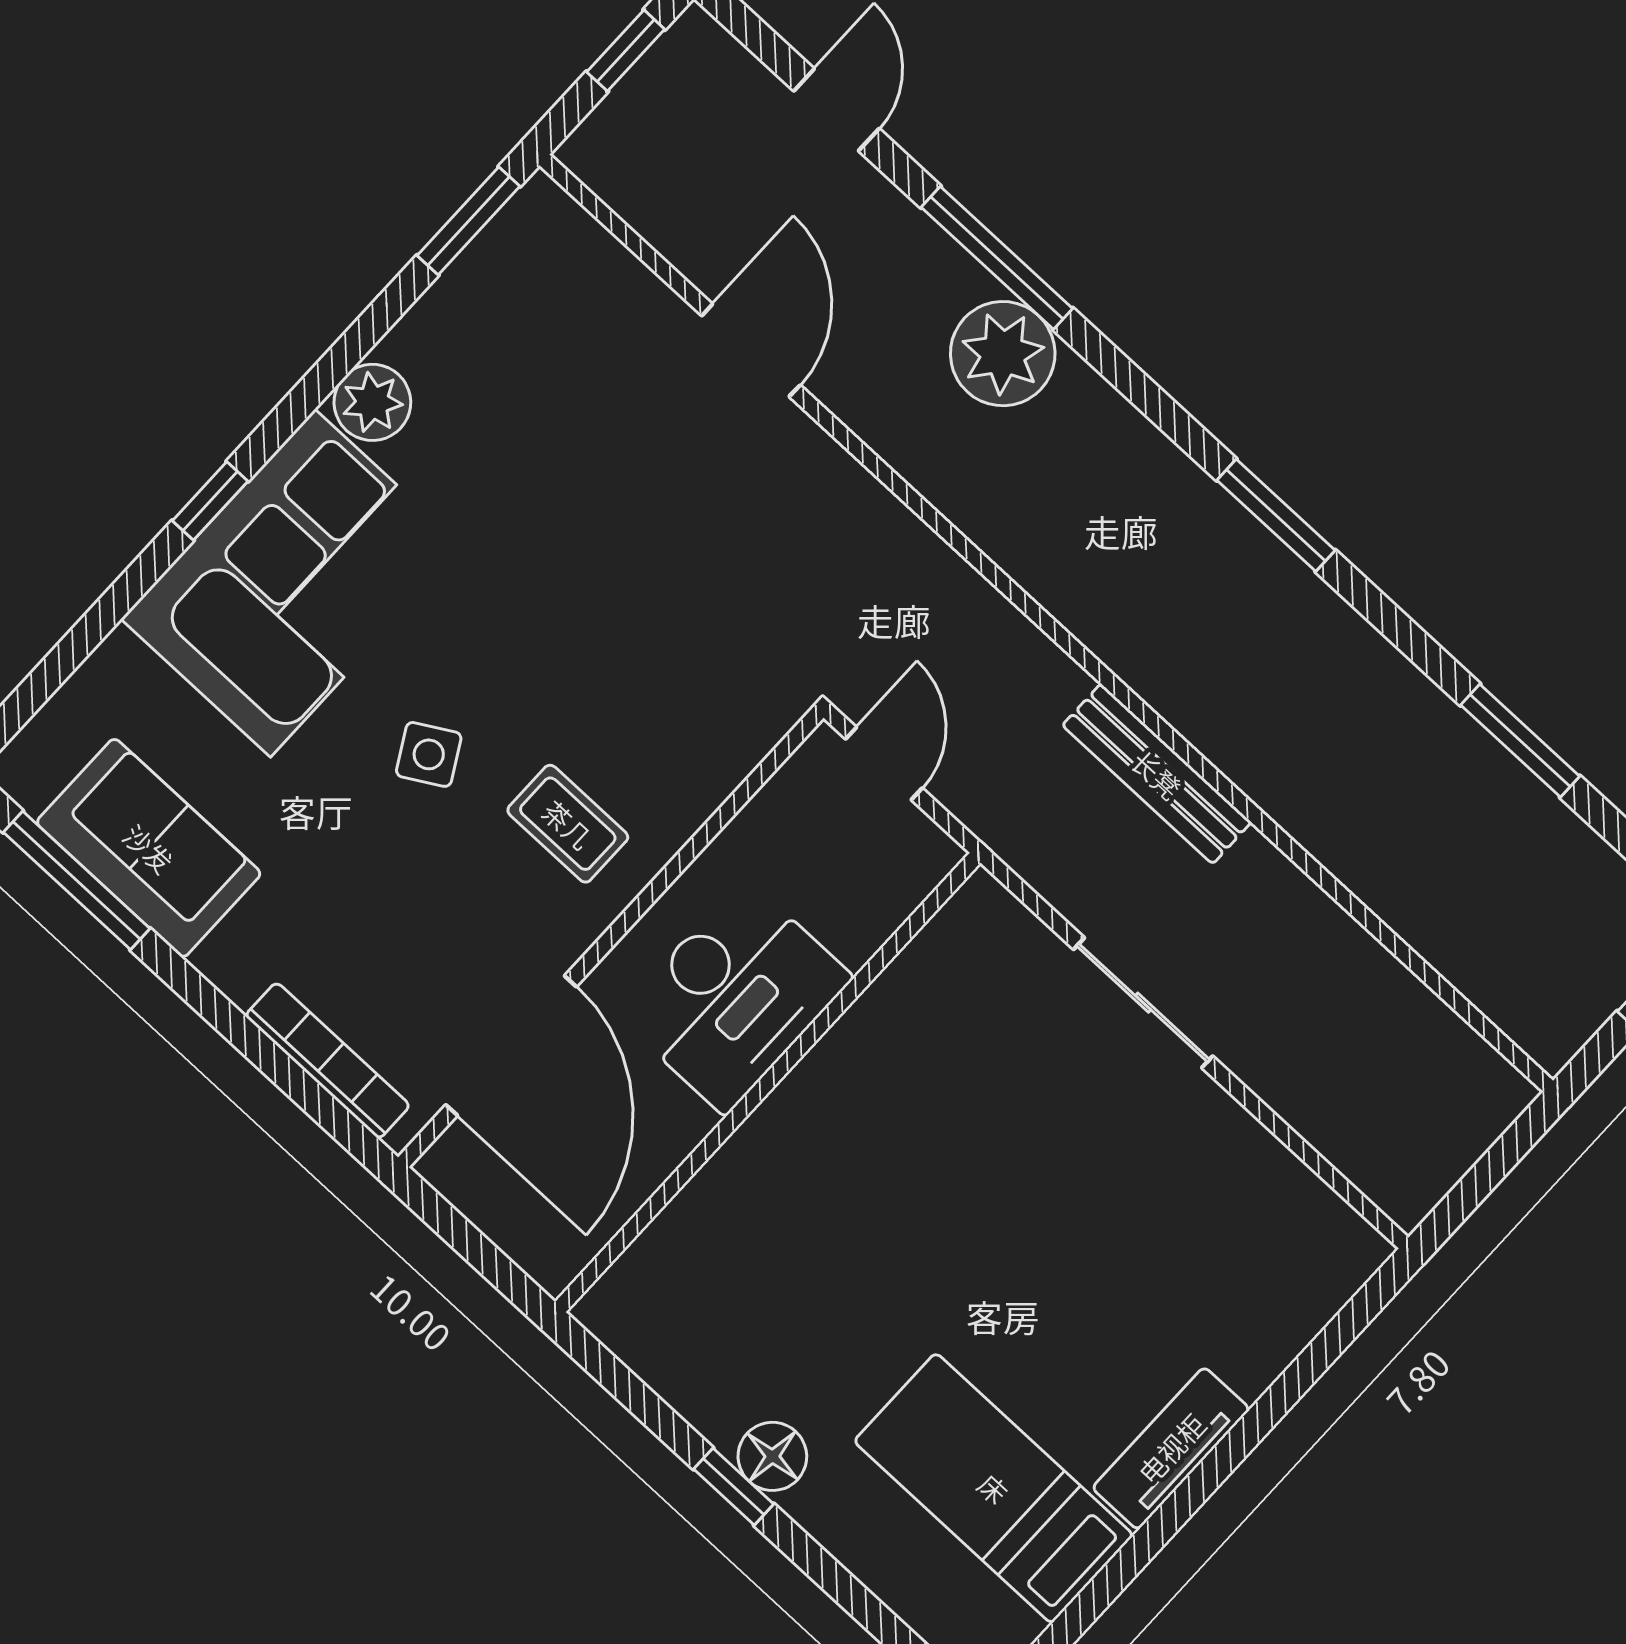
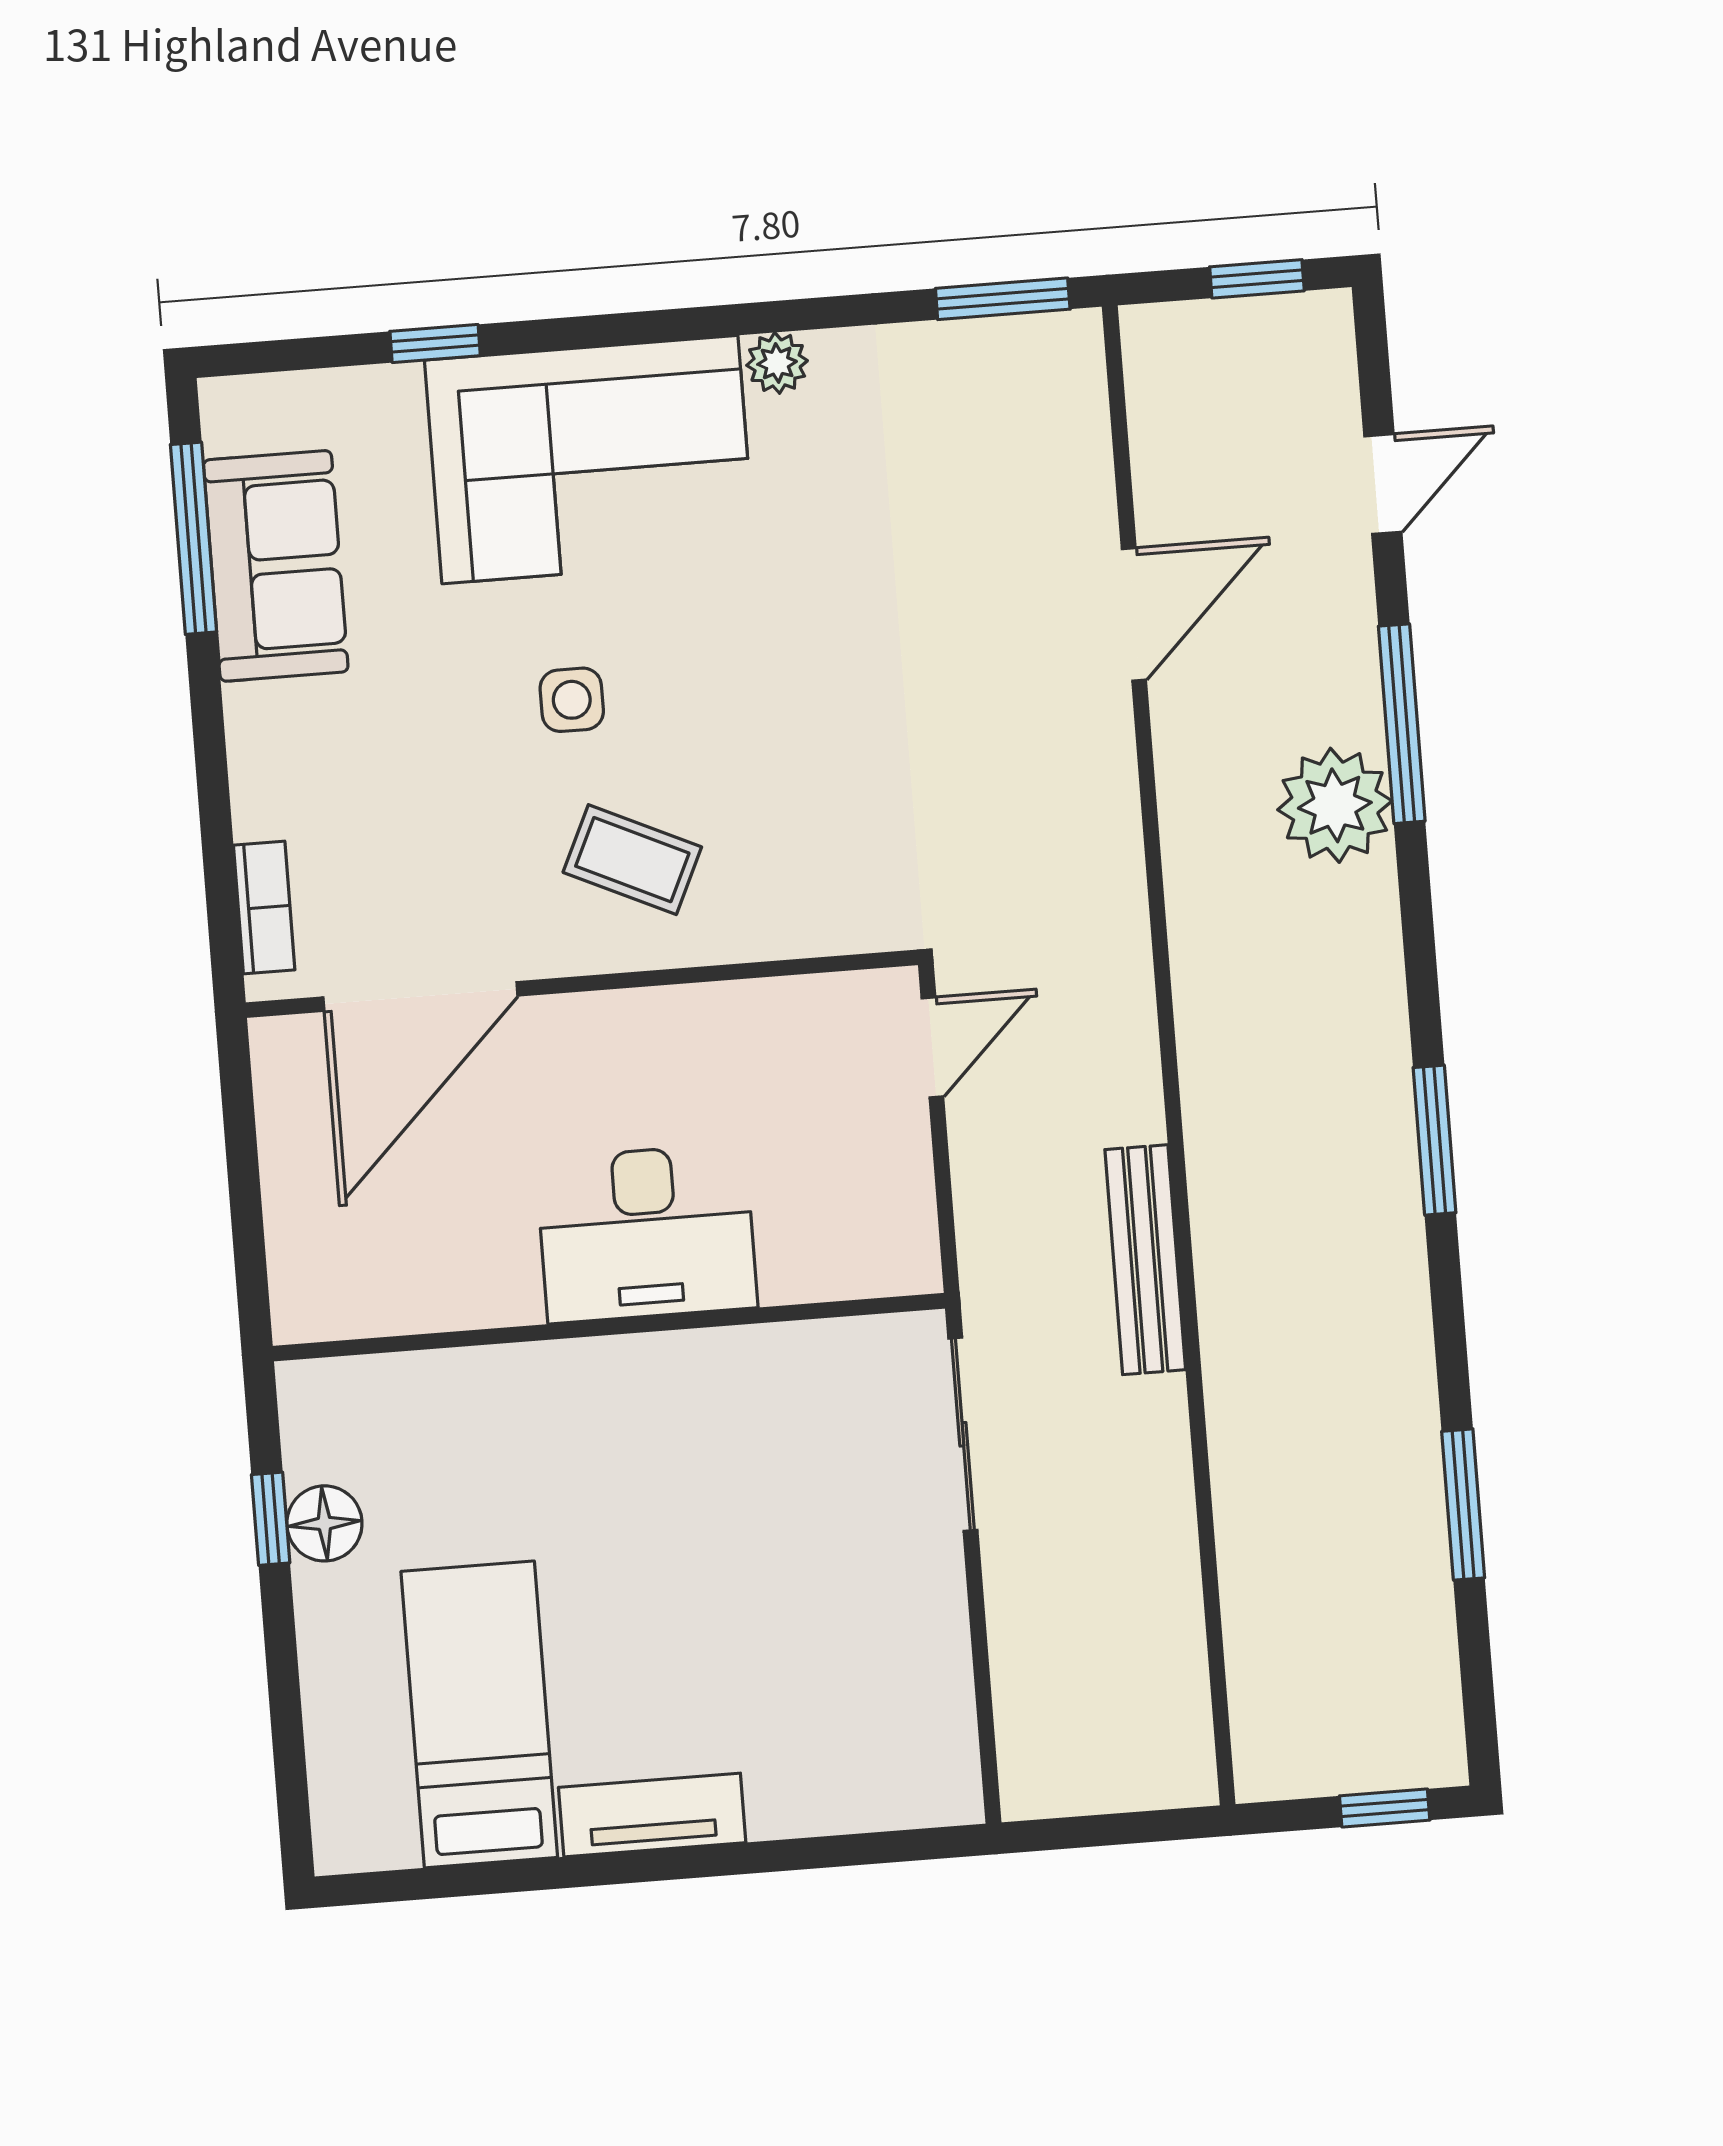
plant: (372, 402) -> (777, 363), width x0.73, depth x0.73
window: (210, 501) -> (435, 343), moved
side table: (429, 754) -> (572, 700), turned 30
coffee table: (568, 824) -> (632, 860), turned -65
desk: (735, 996) -> (647, 1233), moved
bookcase: (328, 1061) -> (264, 907), width x0.64
wall: (768, 1082) -> (609, 1327), moved

